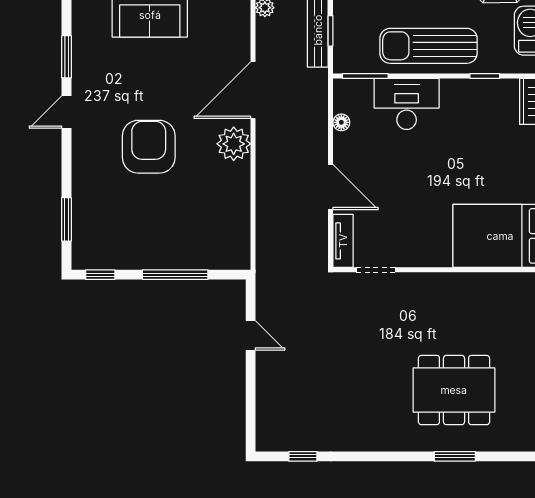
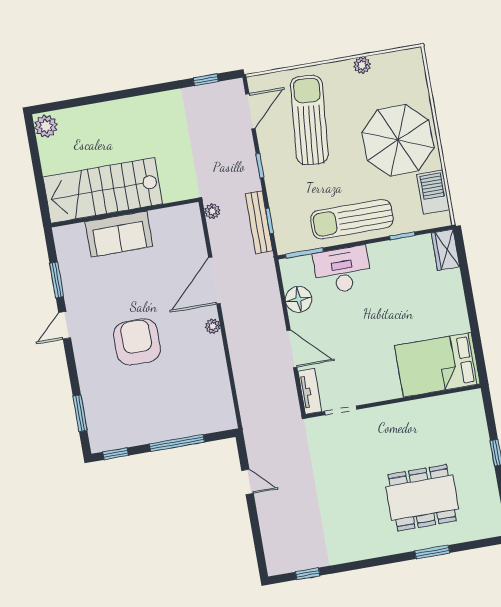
floor lamp: (341, 122) -> (299, 299), width x1.89, depth x1.89
plant: (234, 144) -> (213, 326), width x0.53, depth x0.53

